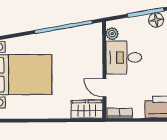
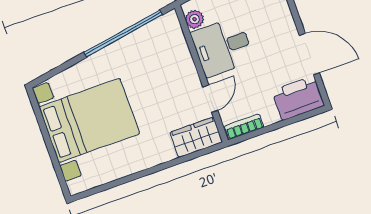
door: (104, 88) -> (210, 99), swing flipped

